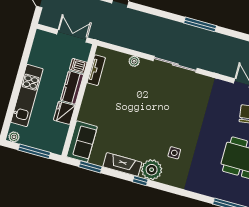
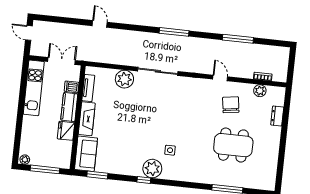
plant: (134, 61) -> (124, 79), width x1.87, depth x1.87
kitchen unit: (27, 96) -> (34, 88), moved
fireplace: (122, 164) -> (87, 119), moved, turned 90

